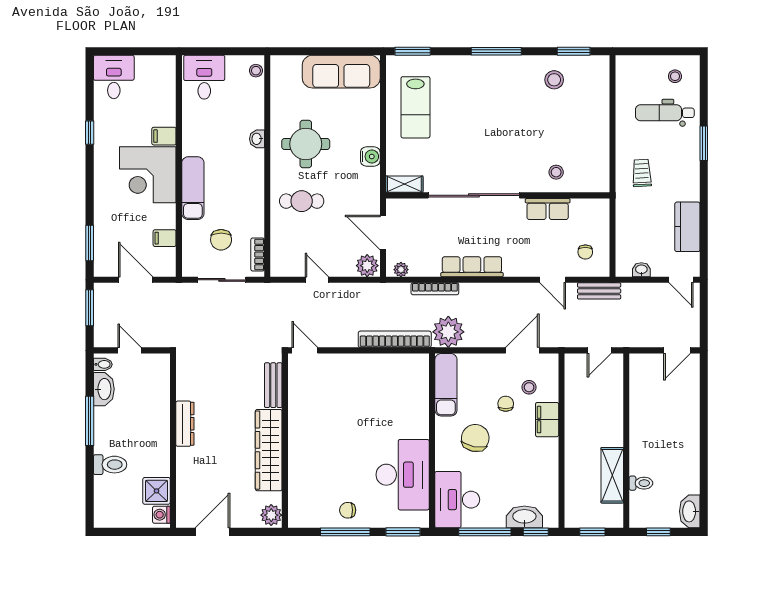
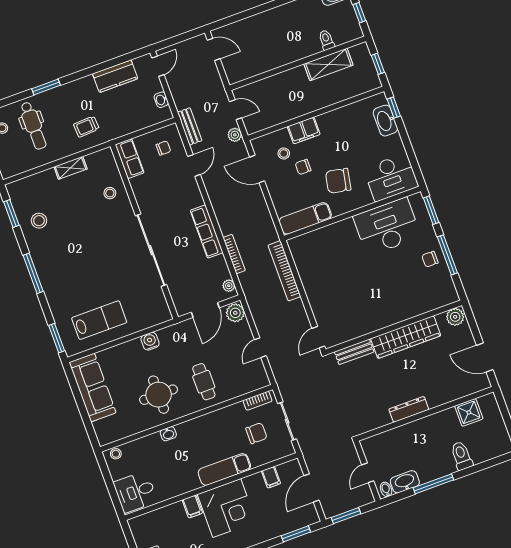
shelving: (404, 184) -> (71, 168), moved, turned 90
row of seats: (548, 209) -> (130, 159), moved
plant: (448, 332) -> (235, 135), moved, width x0.53, depth x0.53
chair: (348, 510) -> (430, 259), turned 90
washing machine: (161, 515) -> (486, 402), removed
window: (485, 532) -> (408, 147), removed

